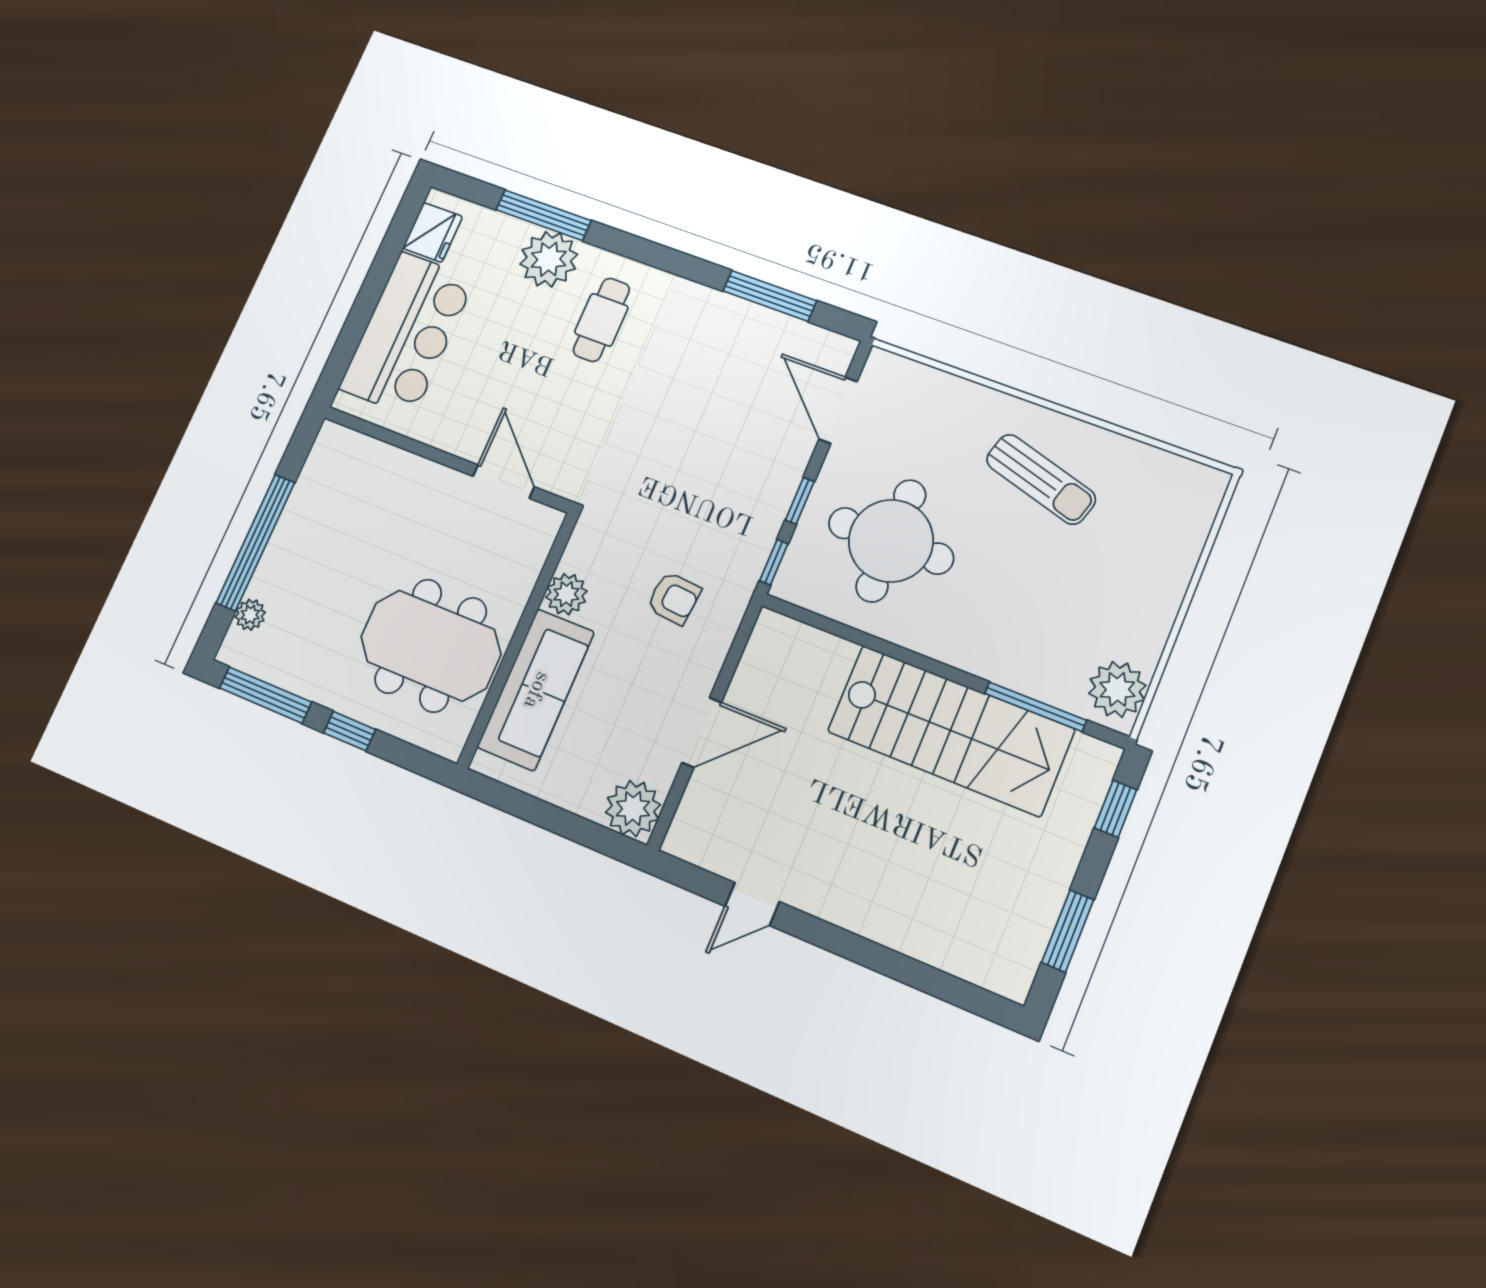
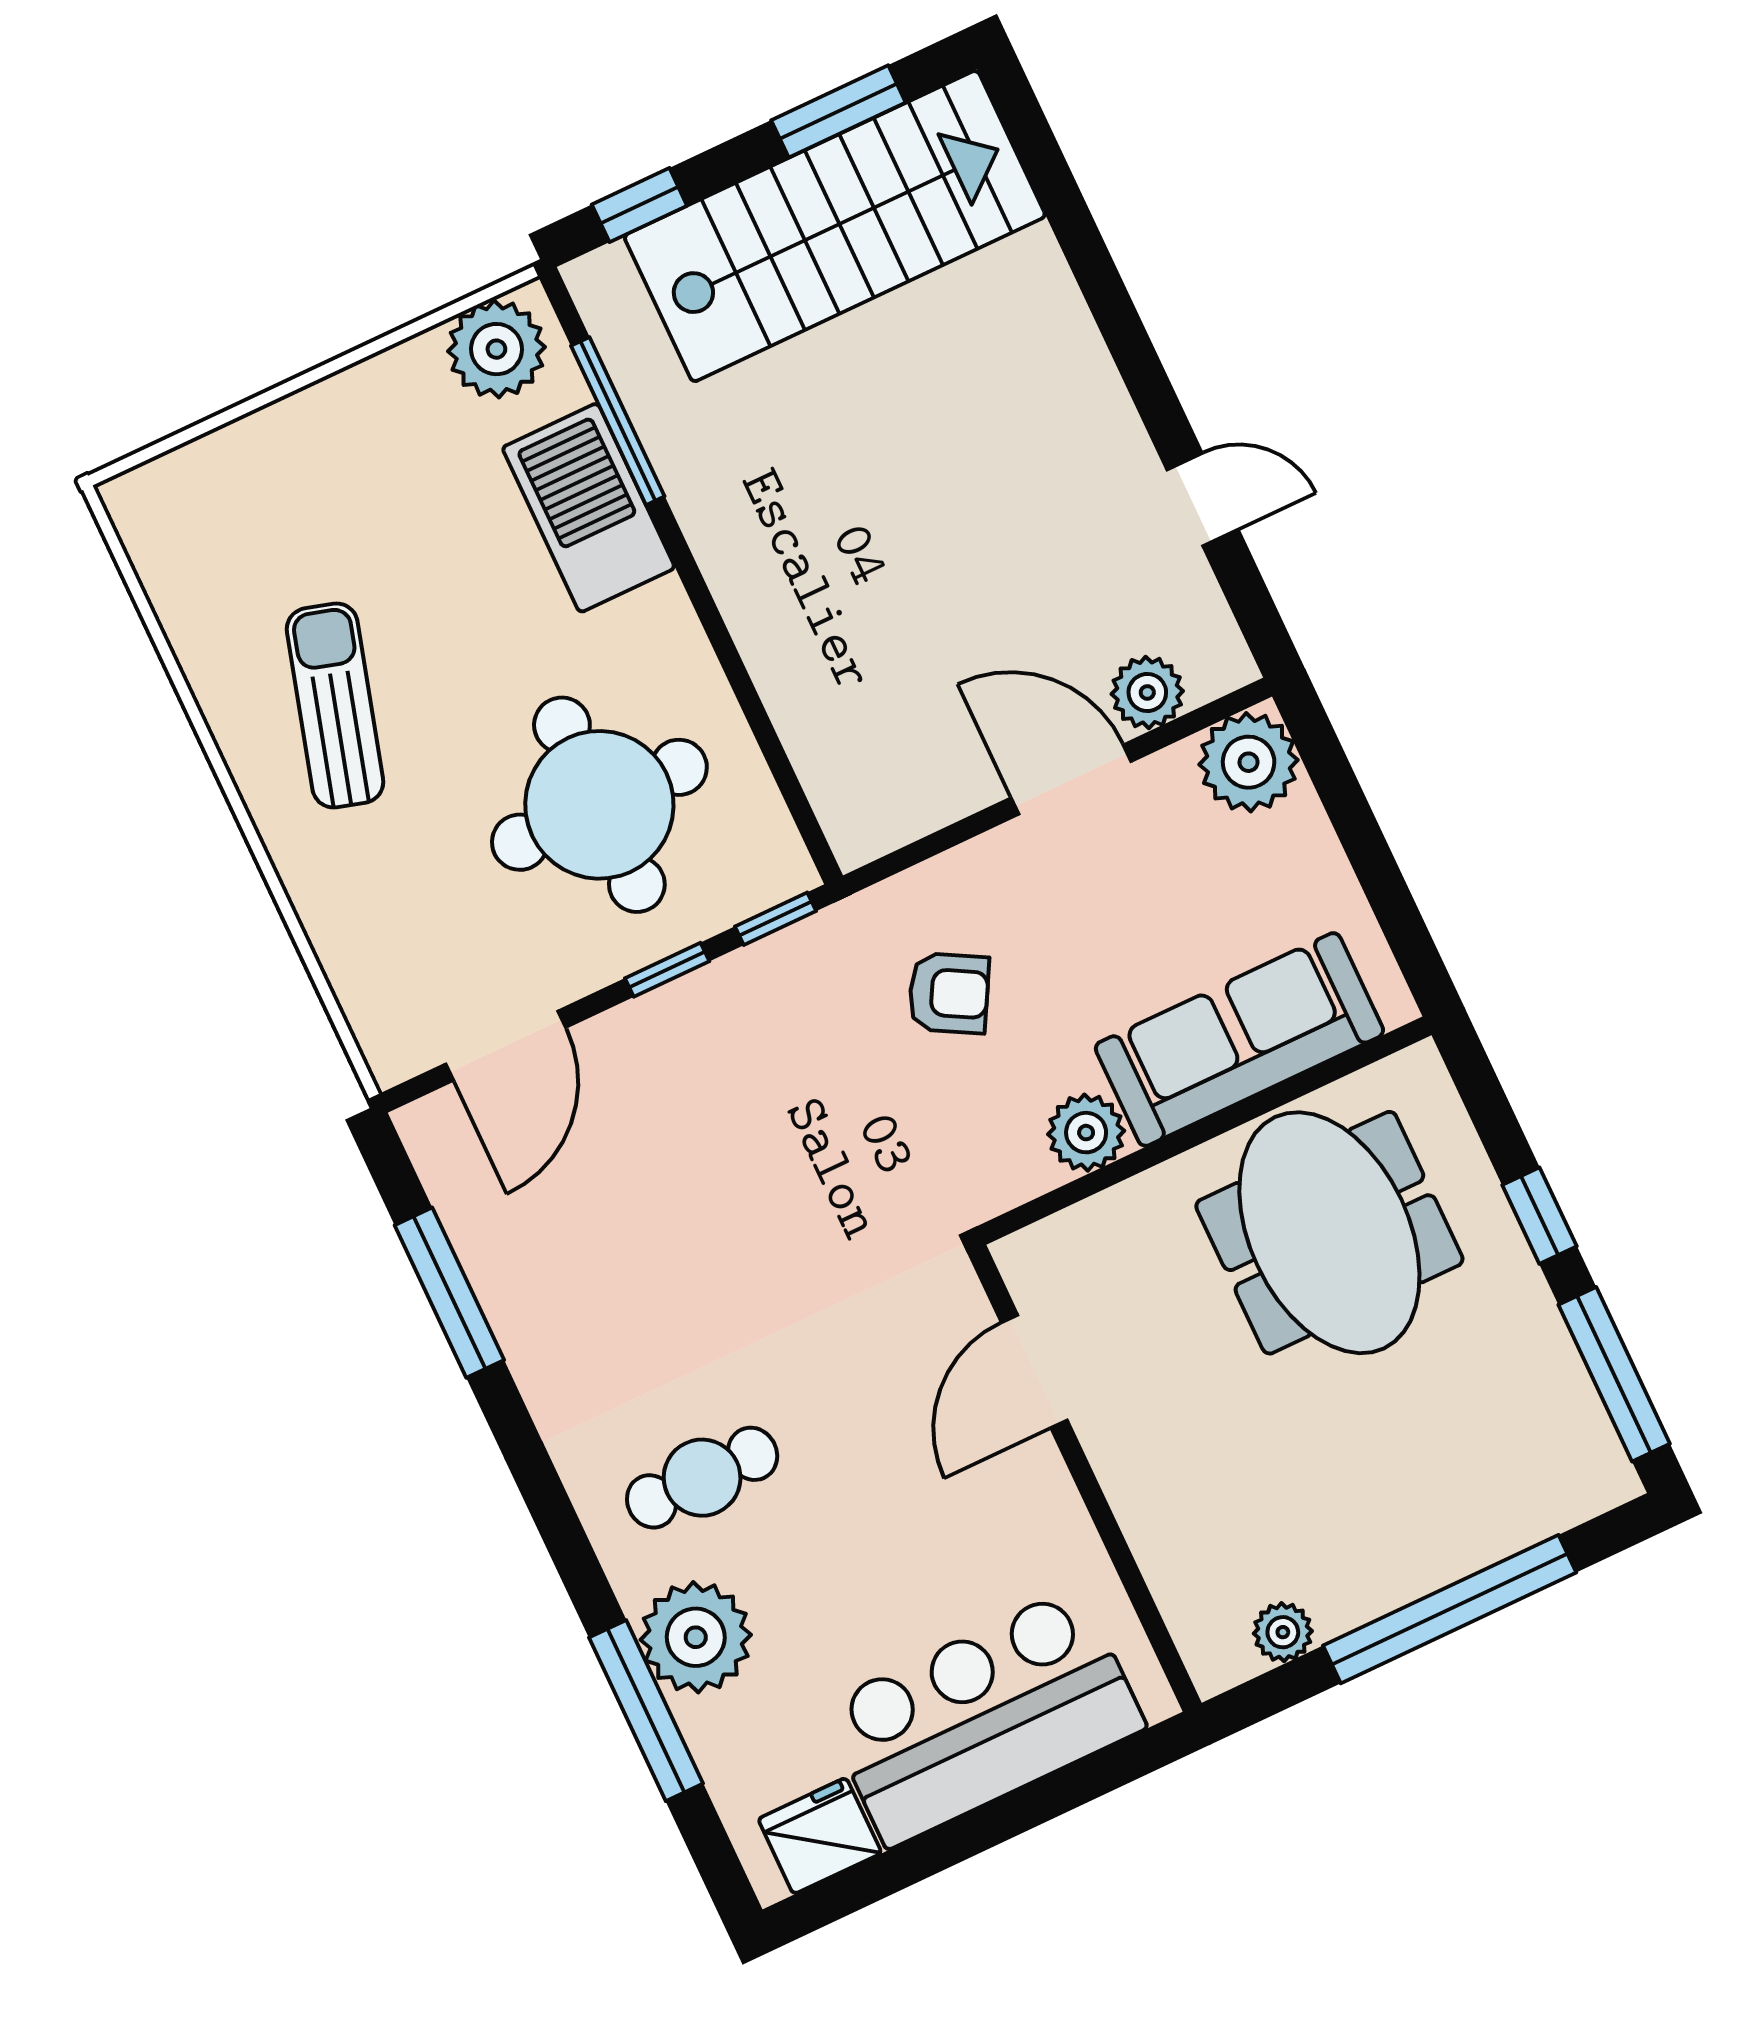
armchair: (674, 598) -> (949, 993), turned 114
plant: (250, 615) -> (1283, 1632), moved
barbecue: (1013, 659) -> (589, 508), added
stairs: (950, 730) -> (835, 226), moved, turned 90
plant: (702, 799) -> (1147, 693), added

